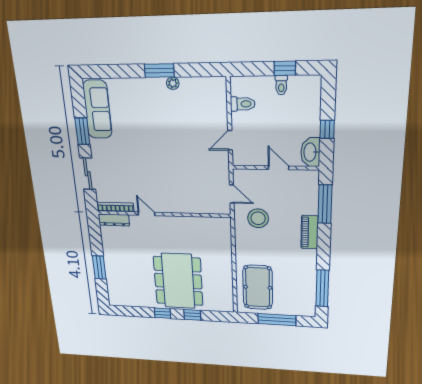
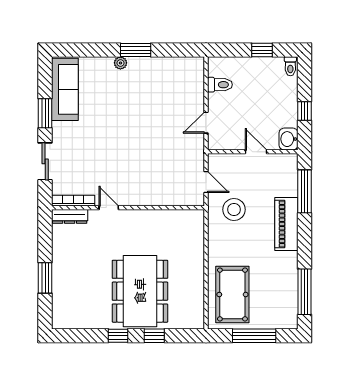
plant: (173, 83) -> (120, 63), moved
toilet: (281, 85) -> (290, 66), moved
washbasin: (310, 152) -> (288, 139), width x0.72
piano: (310, 232) -> (286, 224), width x1.37, depth x1.33

